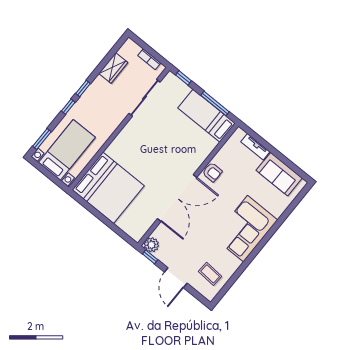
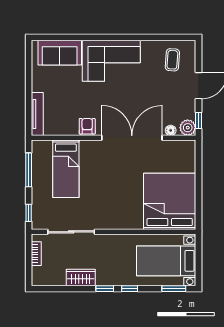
wardrobe: (113, 68) -> (81, 277), moved
bed: (206, 116) -> (66, 169), moved
tv unit: (255, 147) -> (37, 114), width x1.41
sofa: (279, 174) -> (60, 53), moved, turned 90
floor lamp: (160, 231) -> (171, 130), added

